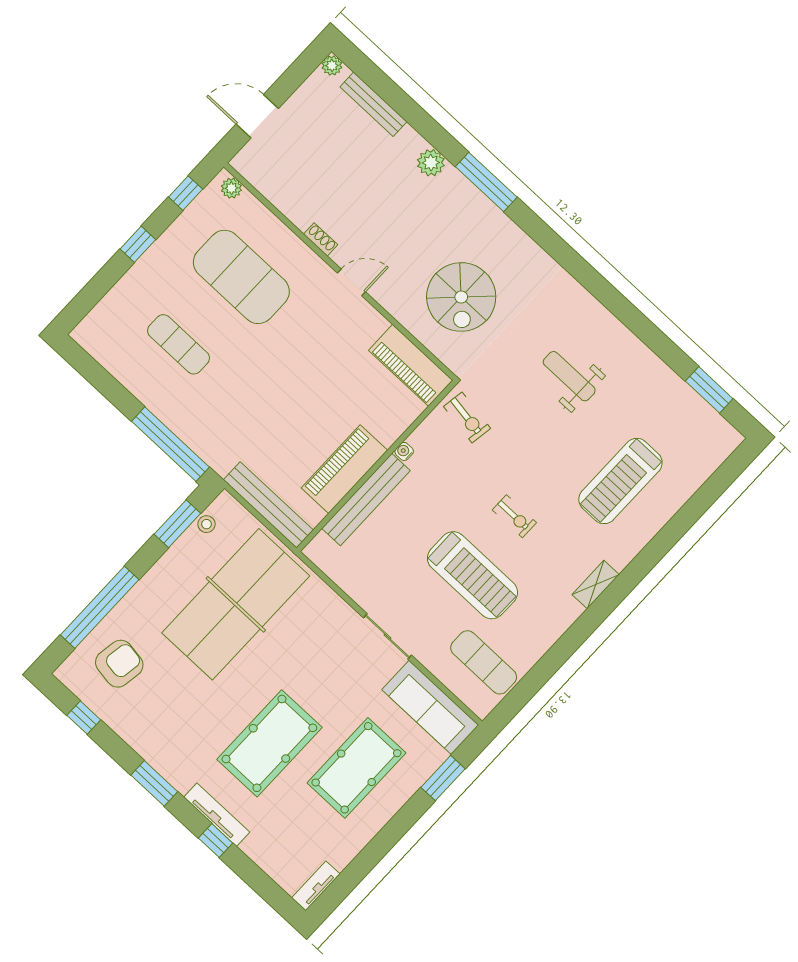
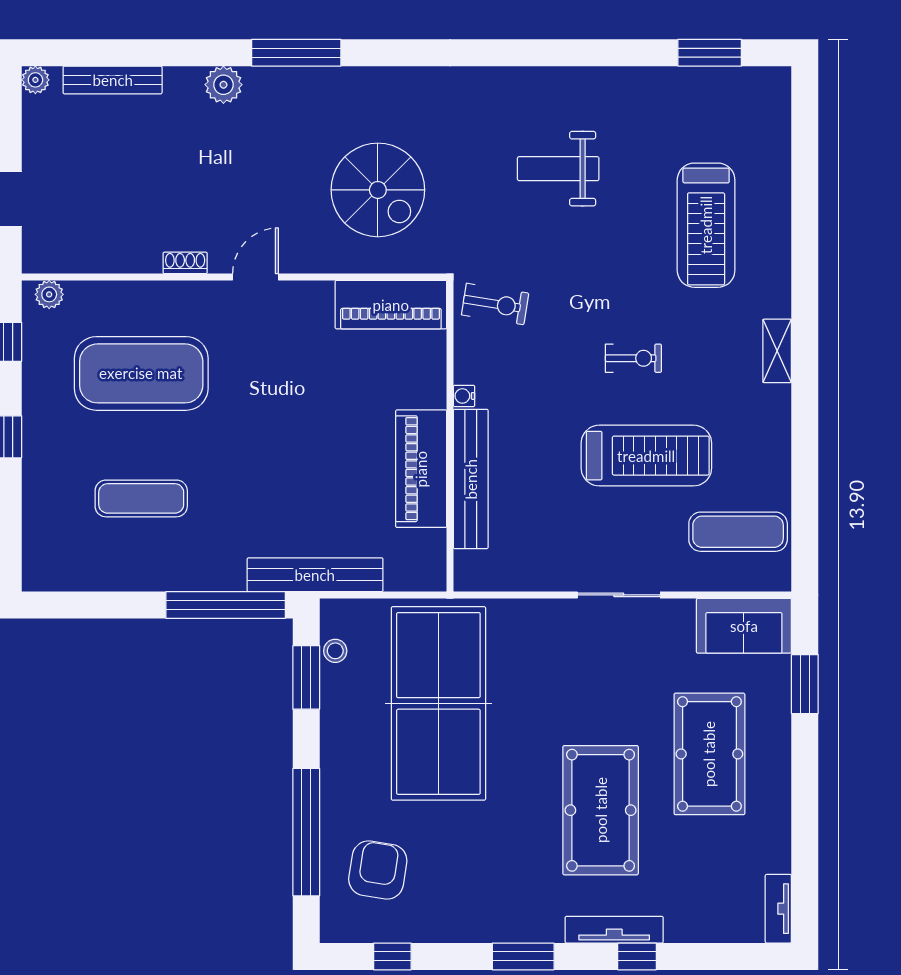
bench: (268, 505) -> (315, 575), moved
sofa: (430, 707) -> (744, 626), width x0.73

